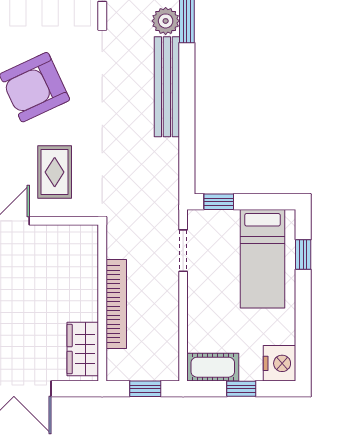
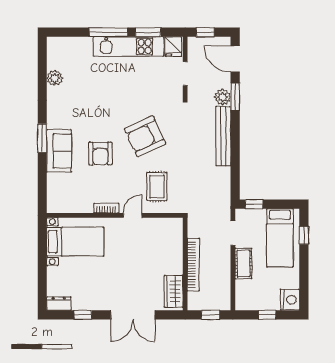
cot: (213, 367) -> (243, 264), moved, turned 90

